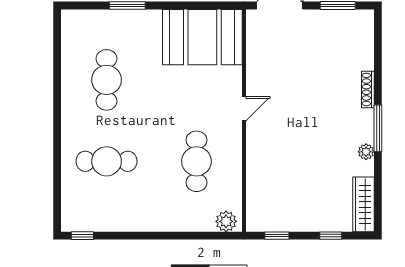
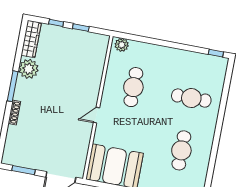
plant: (366, 152) -> (29, 69), width x1.88, depth x1.88
window: (277, 236) -> (81, 28), moved

